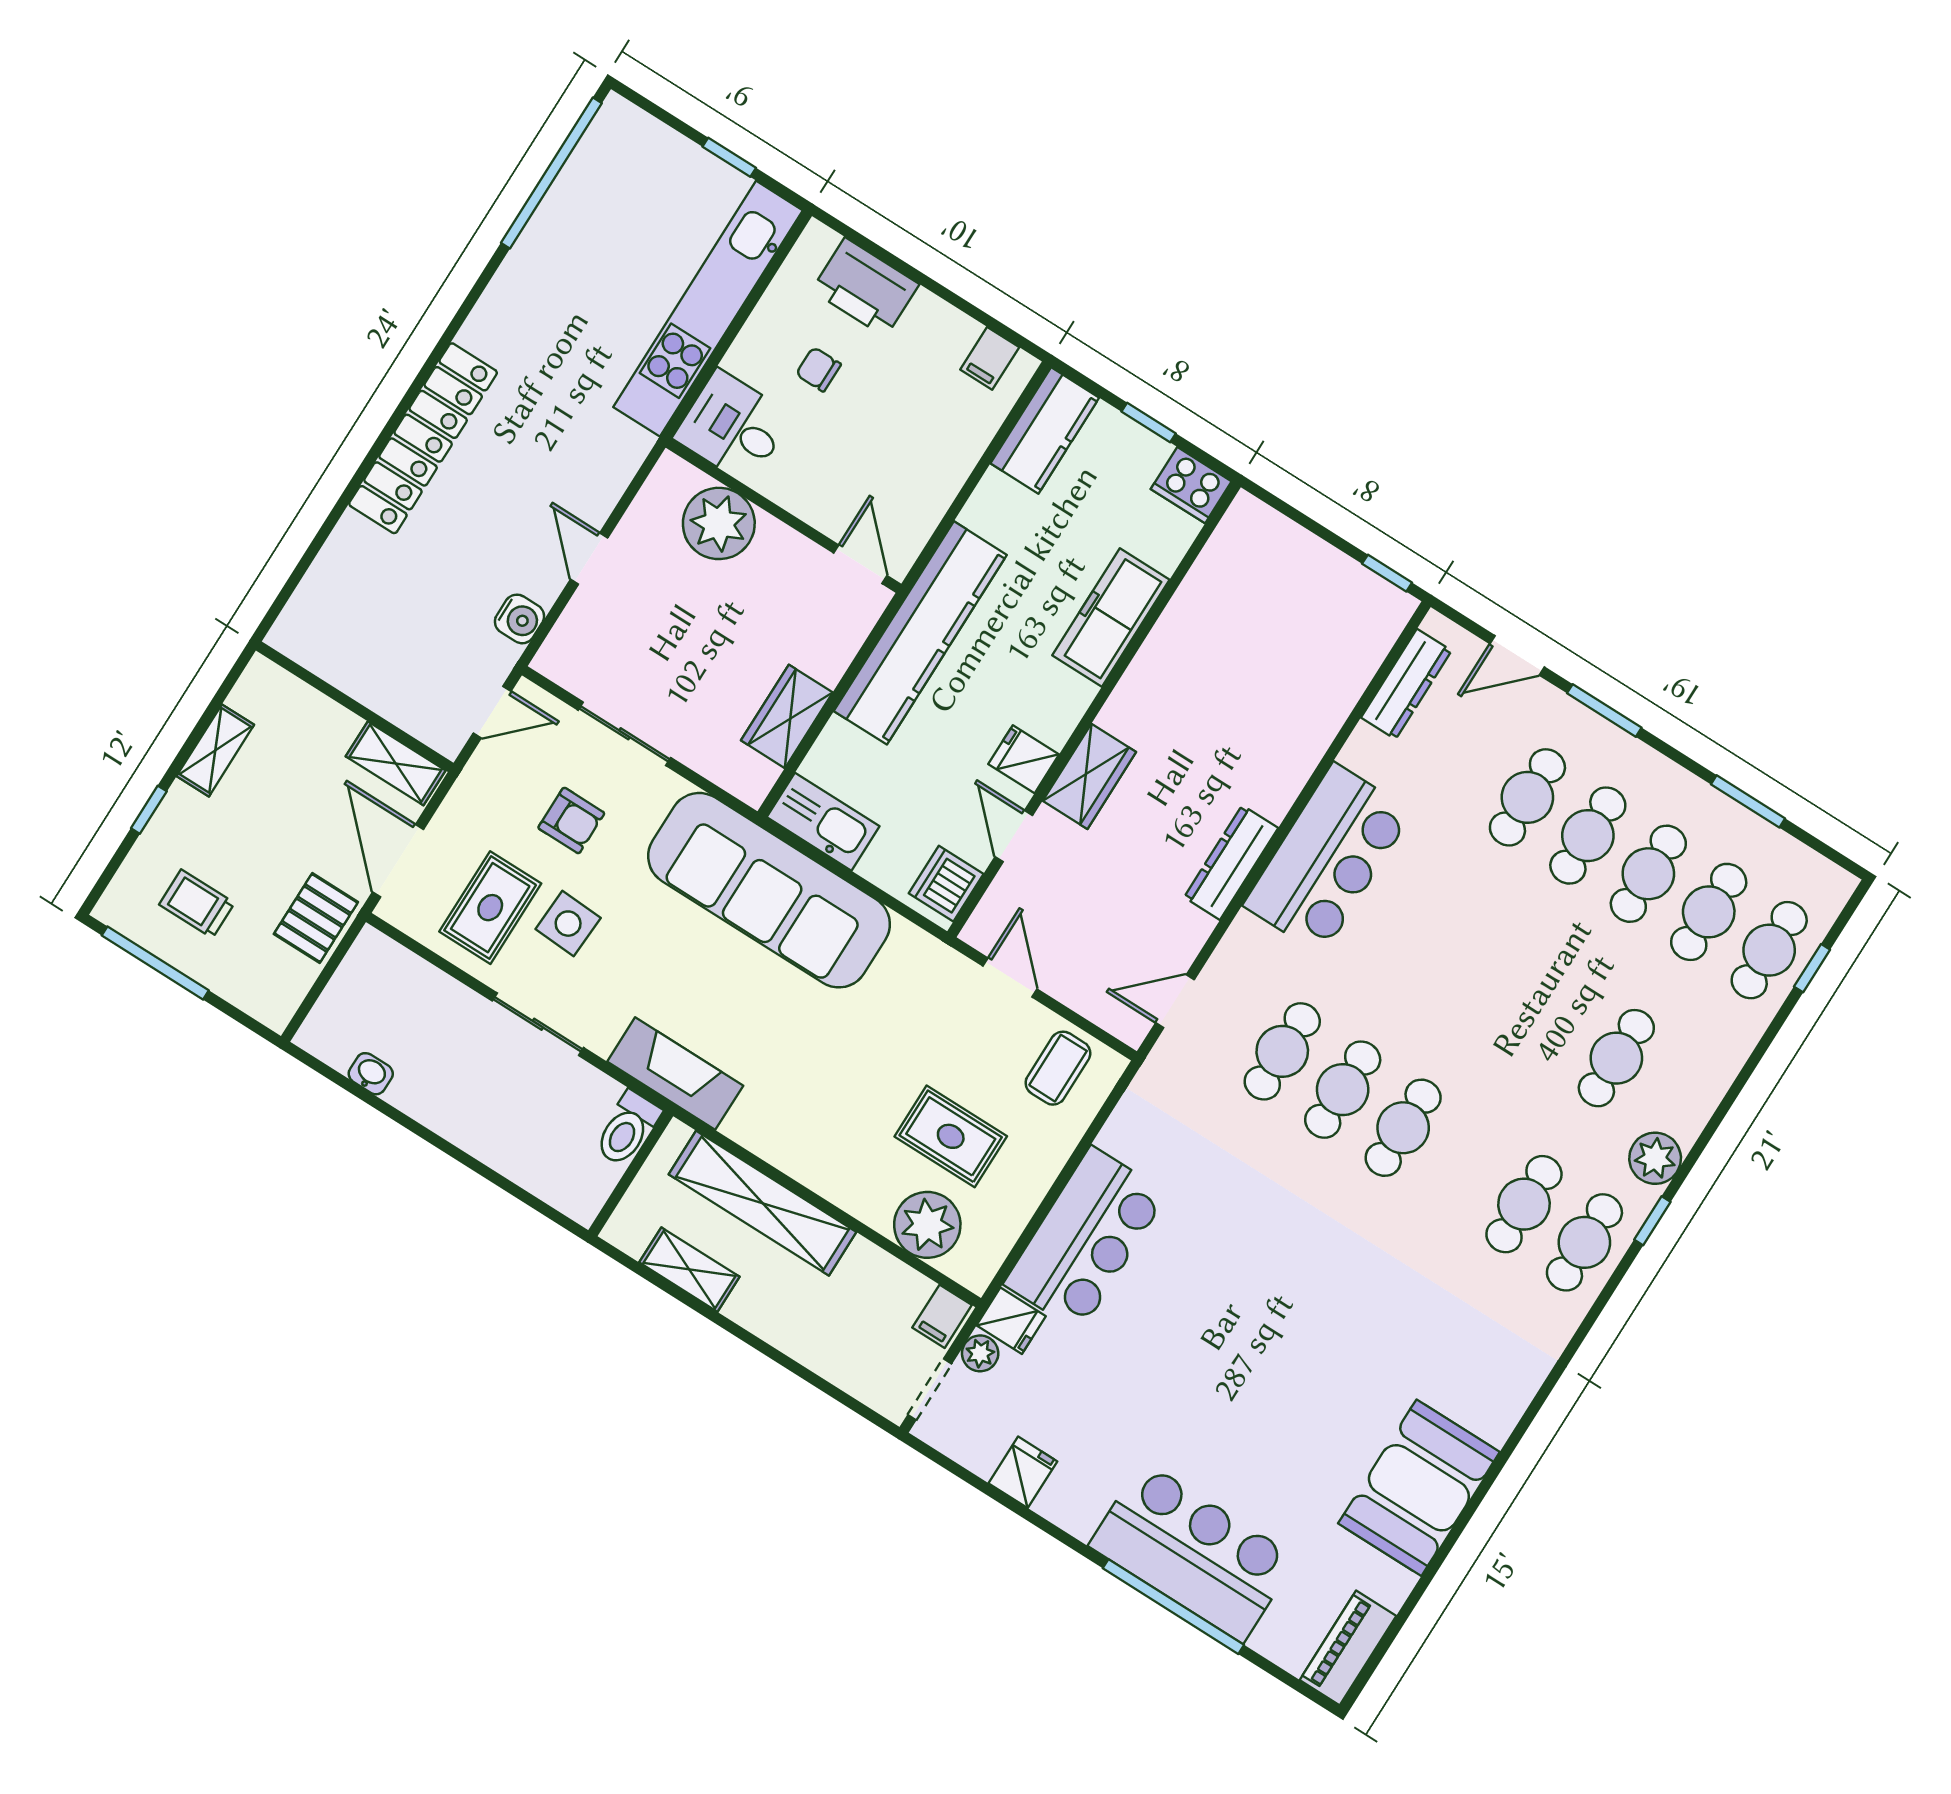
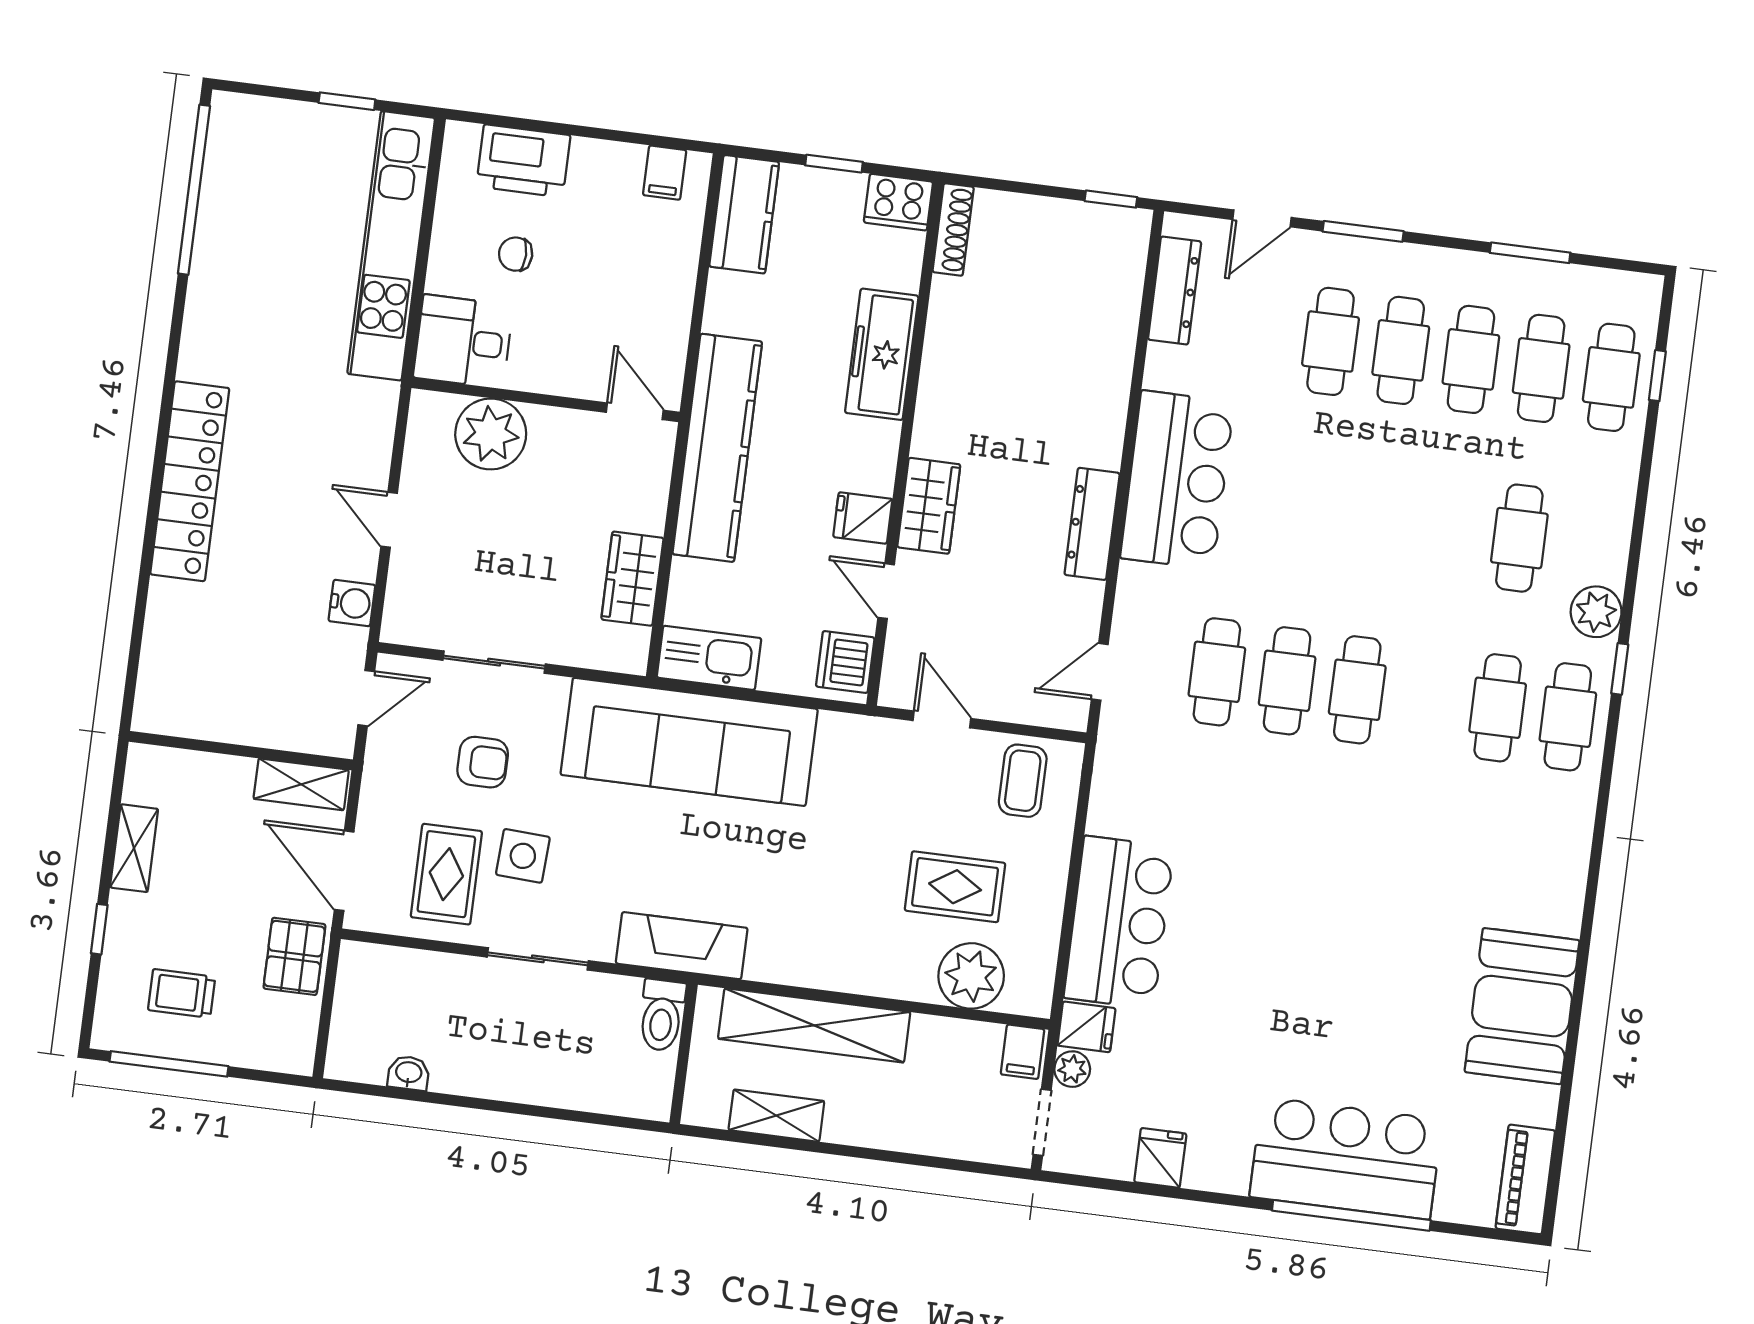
shoe rack: (1230, 534) -> (953, 230), added

